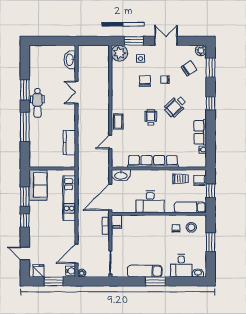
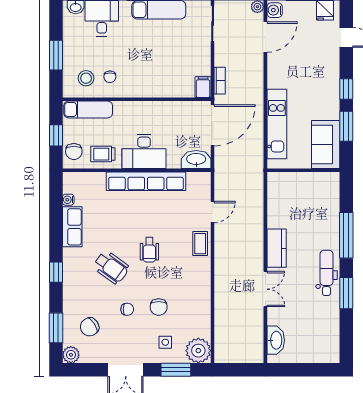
wheelchair: (175, 106) -> (111, 267), turned 79
kitchen counter: (69, 143) -> (277, 248), moved
desk: (150, 202) -> (144, 151), moved, turned 180

